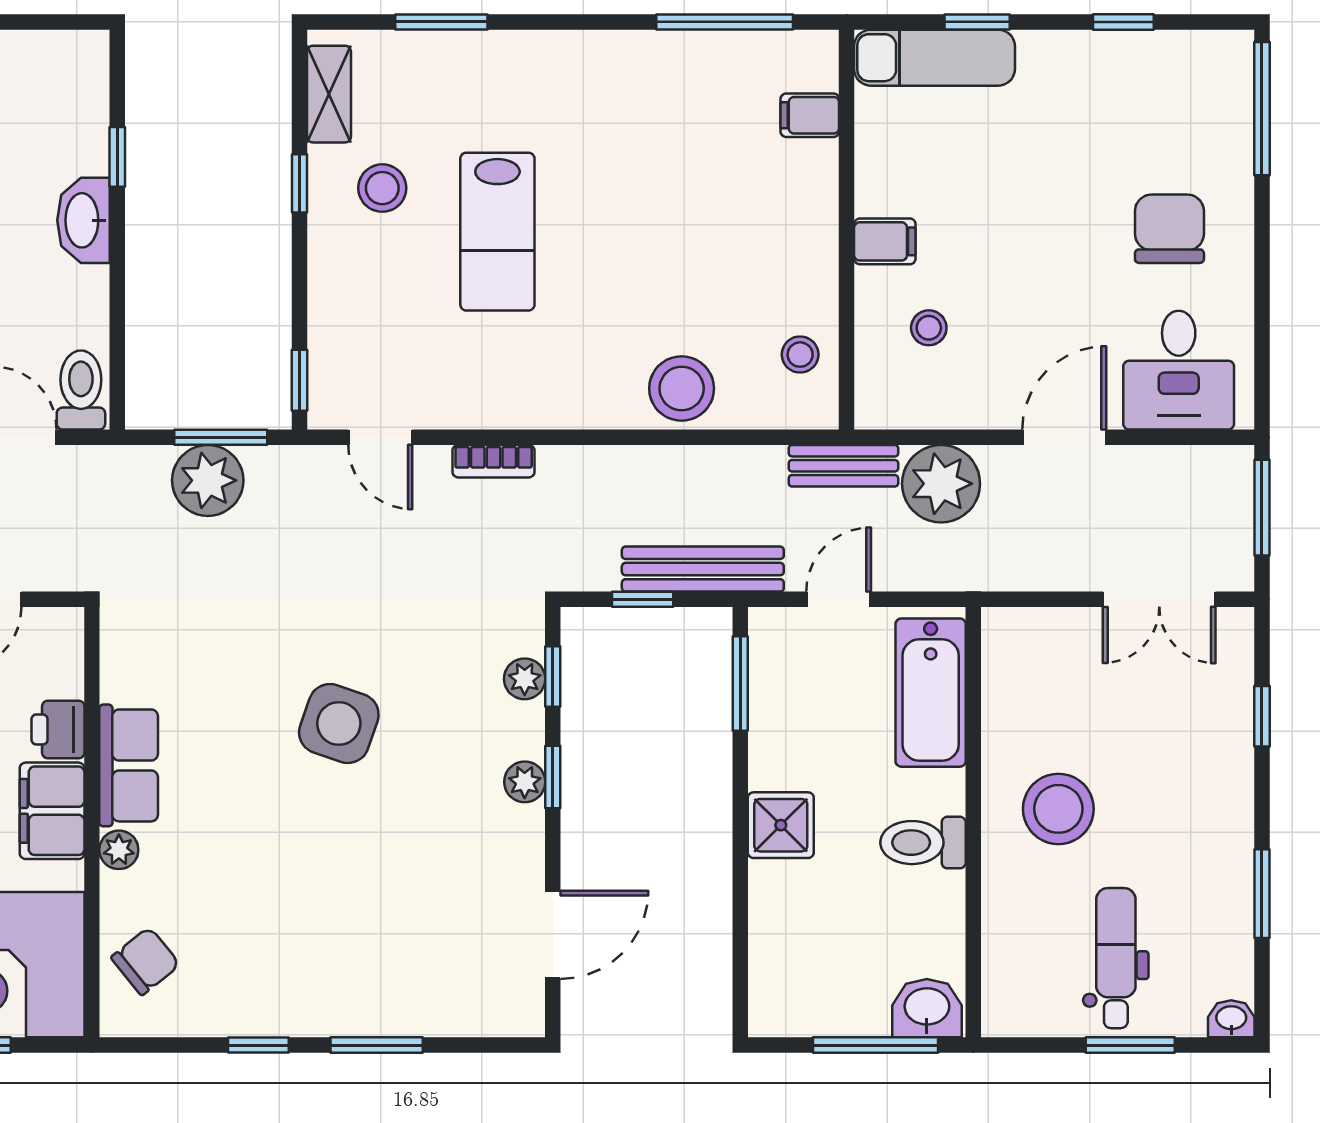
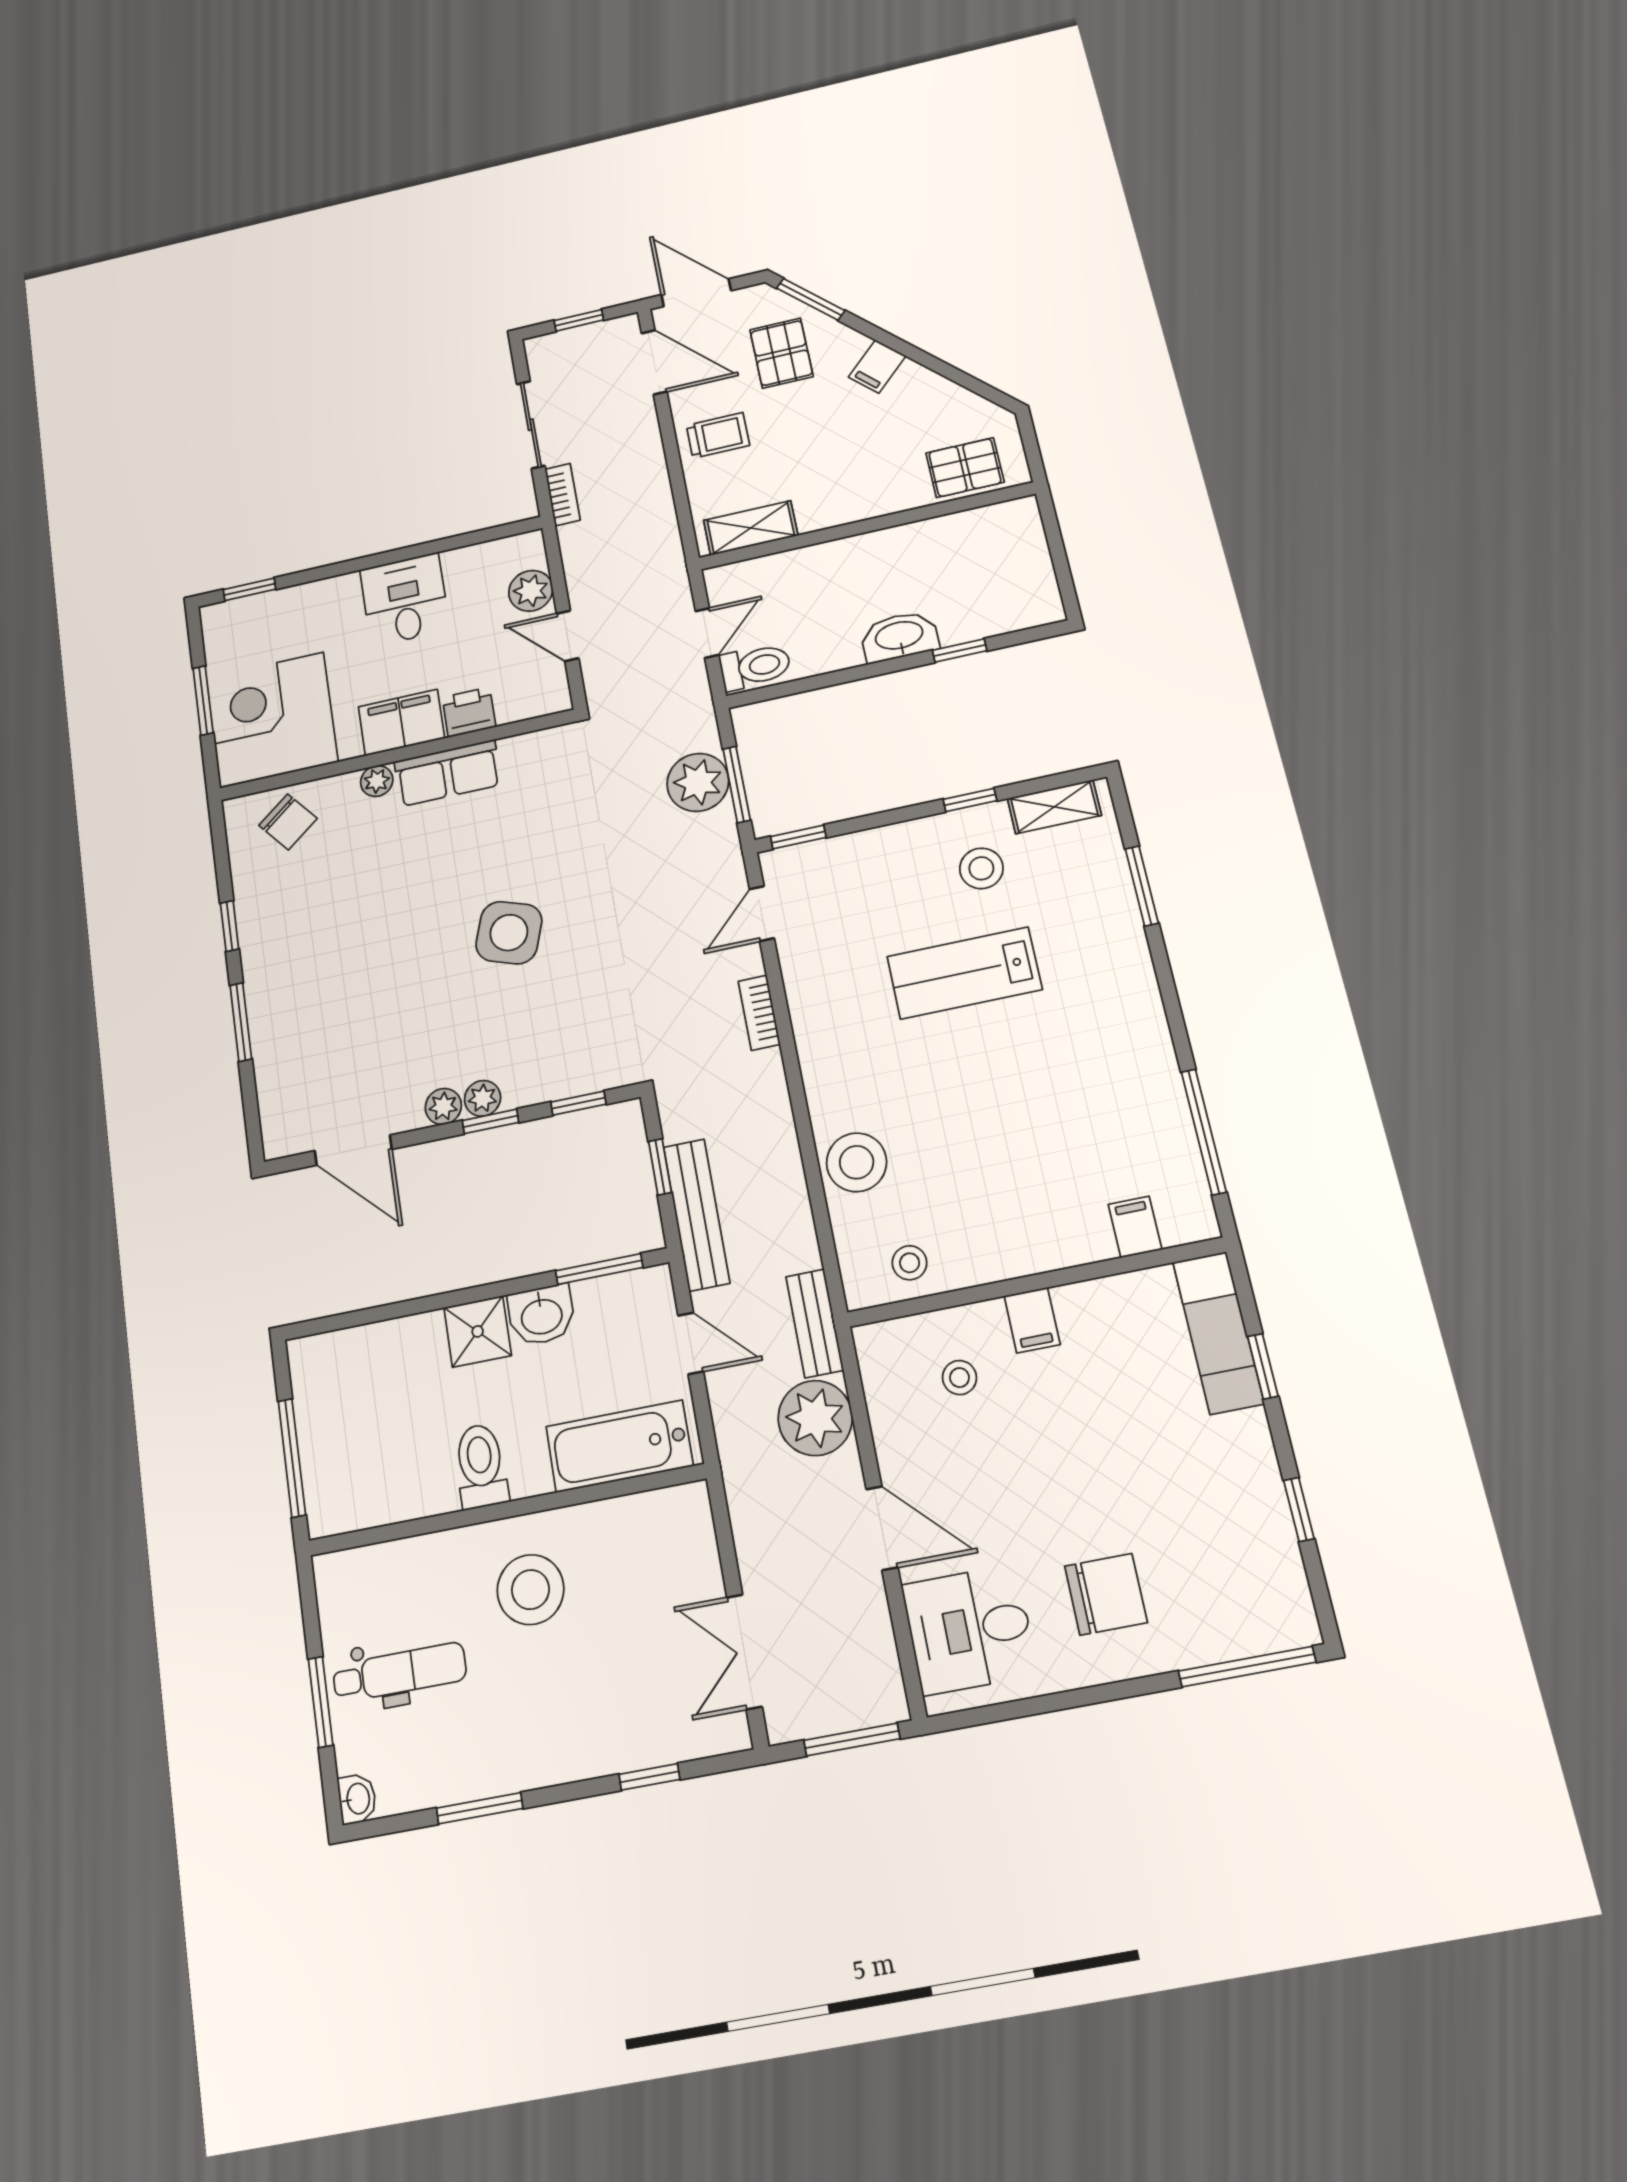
plant: (525, 679) -> (443, 1106), moved
washbasin: (927, 1008) -> (541, 1315), moved, turned 90

